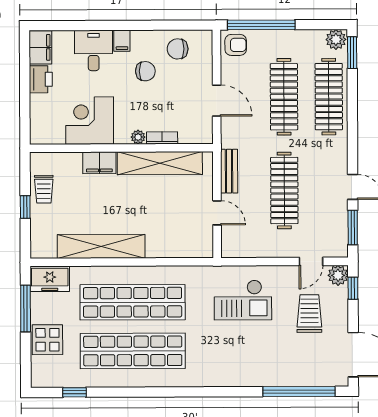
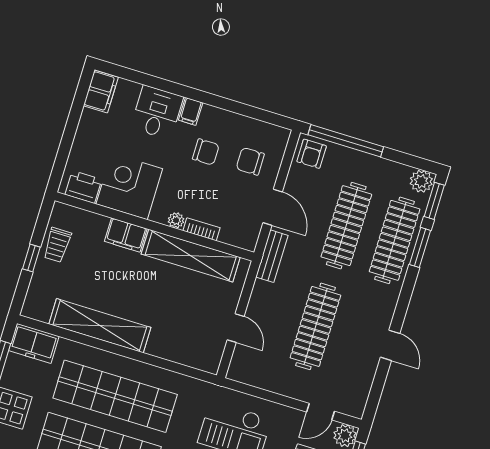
armchair: (236, 45) -> (312, 154), turned 90
chair: (178, 49) -> (250, 161), moved
printer: (41, 79) -> (83, 187), moved, turned -90
bench: (229, 171) -> (272, 256), moved
window: (353, 228) -> (420, 247), moved

